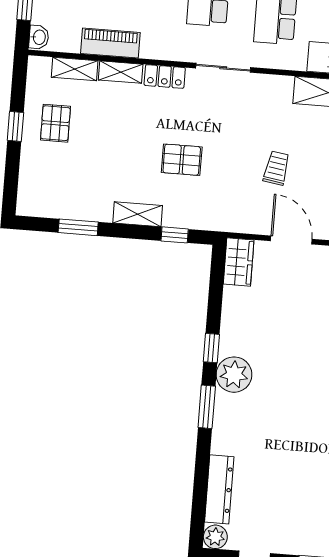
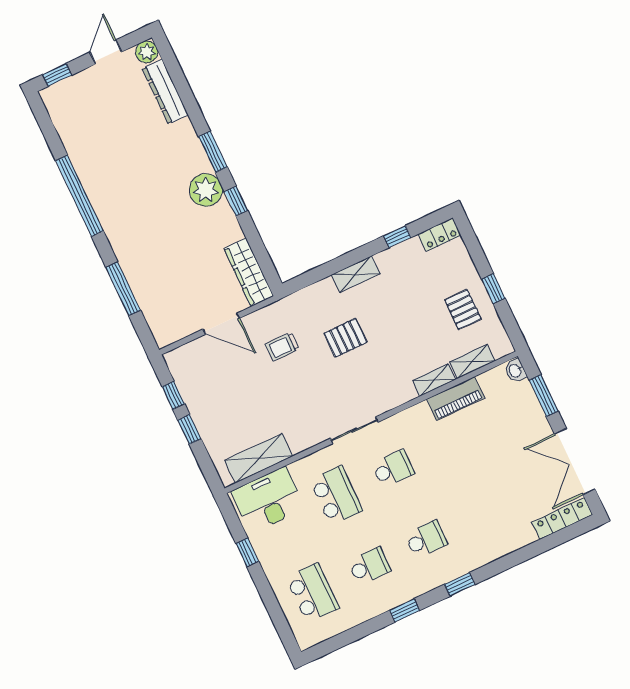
locker: (165, 76) -> (440, 235), moved, turned 180
trolley: (276, 168) -> (282, 347), moved, turned 81
window: (78, 227) -> (397, 237), width x0.67
window: (175, 235) -> (317, 274), removed
wardrobe: (239, 262) -> (249, 272), width x1.50

